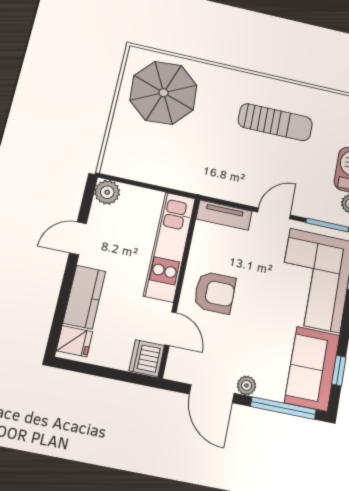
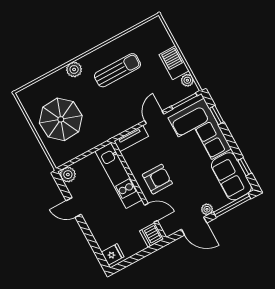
plant: (224, 78) -> (74, 69), added
parasol: (164, 93) -> (61, 119), moved
door: (78, 238) -> (74, 207), hinge flipped
kitchen counter: (84, 297) -> (100, 231), removed

